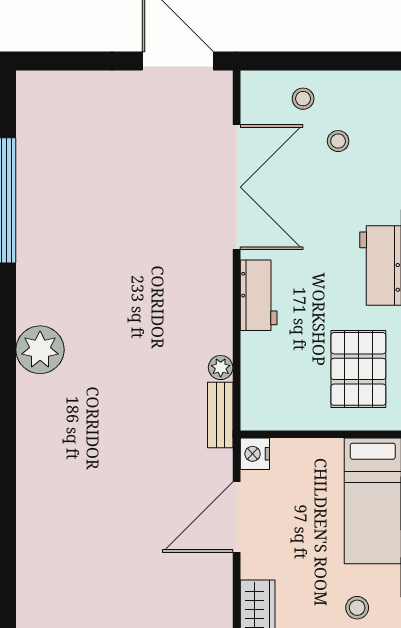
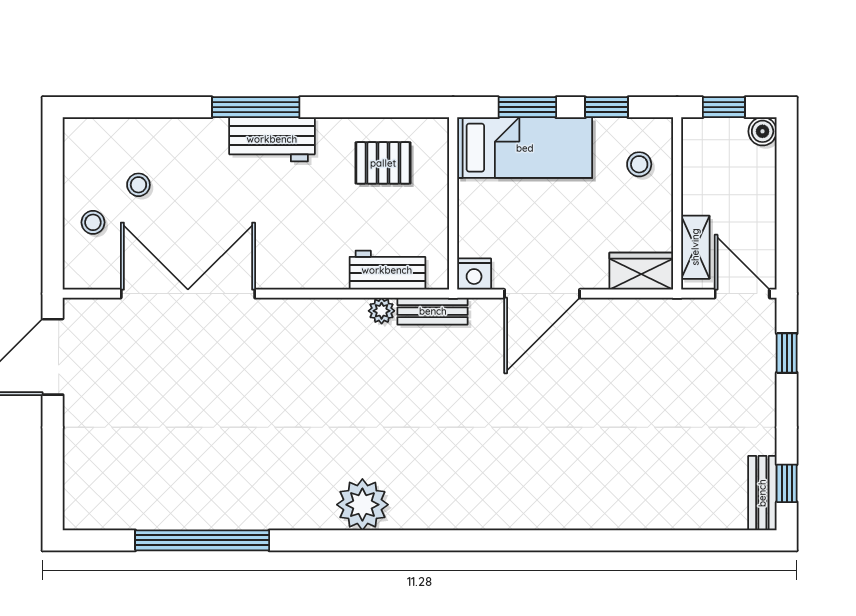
workbench: (259, 295) -> (387, 270), moved
pallet: (358, 369) -> (383, 163), width x0.67, depth x0.71
door: (237, 517) -> (542, 294), hinge flipped

